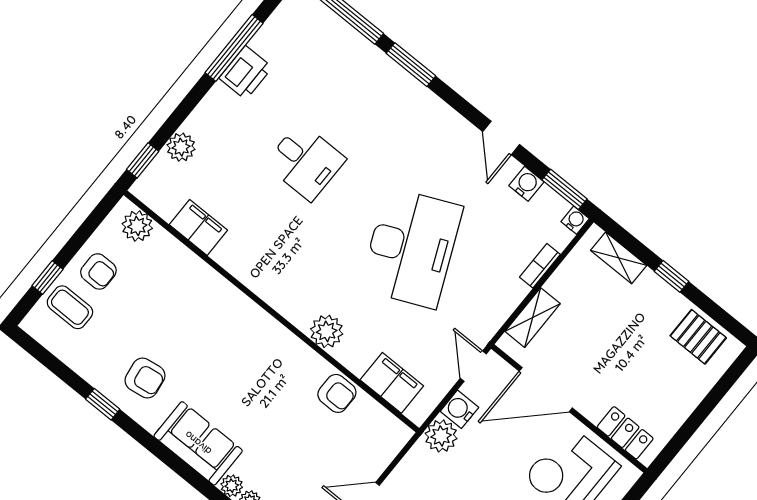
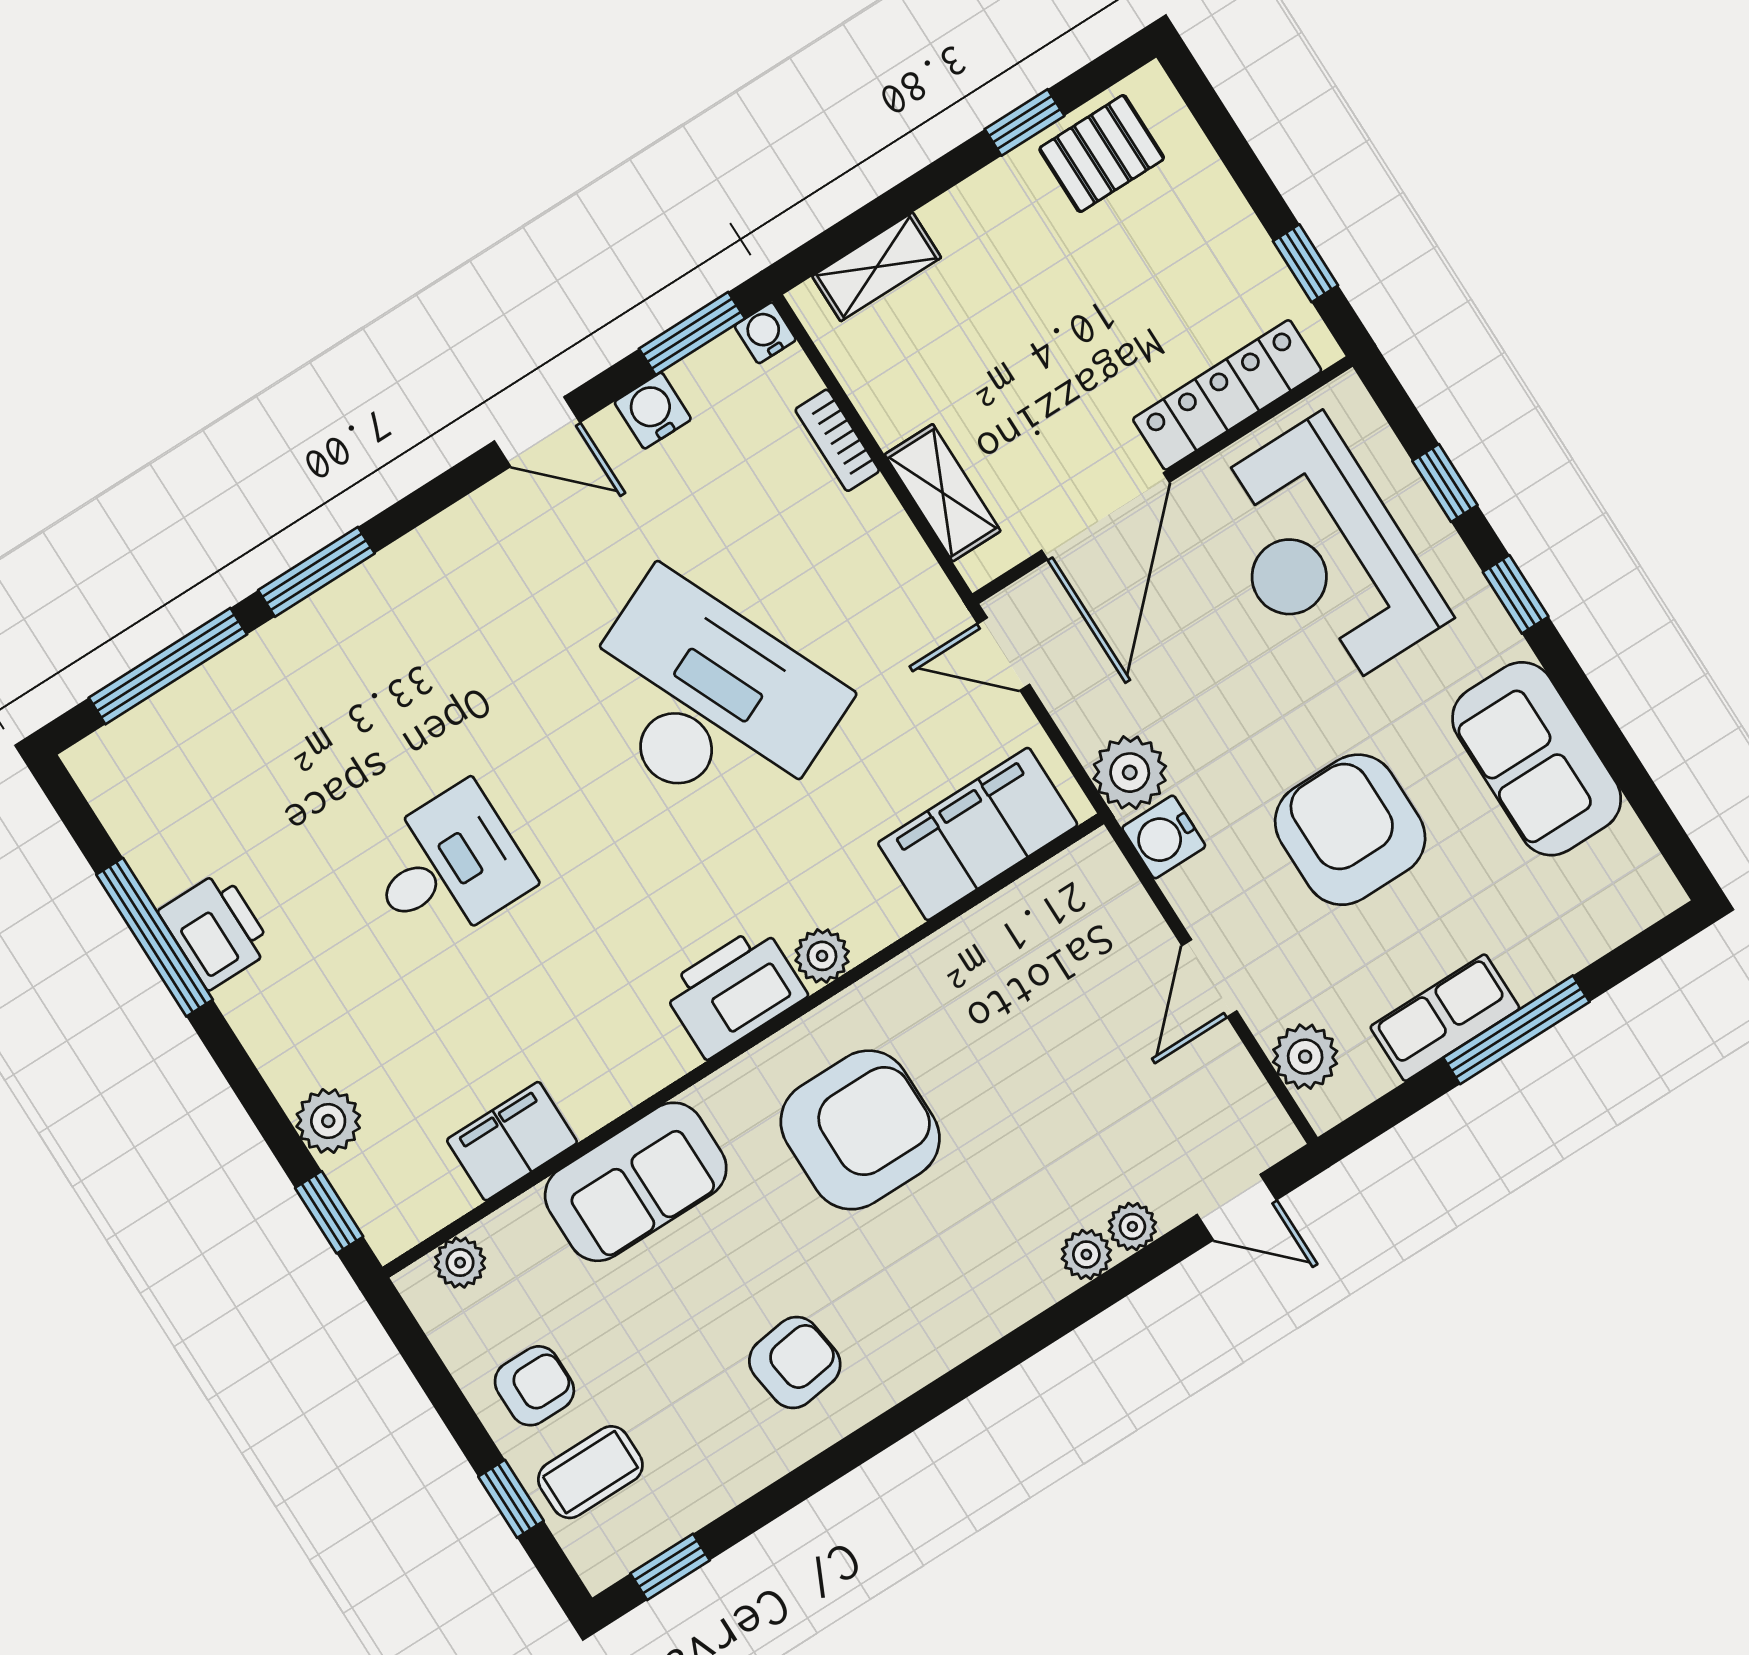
plant: (137, 226) -> (460, 1263), width x0.73, depth x0.73
window: (672, 276) -> (1025, 122), moved
printer: (293, 300) -> (734, 992), added
plant: (327, 331) -> (822, 956), width x0.73, depth x0.73
filing cabinet: (392, 383) -> (978, 834), width x1.50, depth x1.17
armchair: (337, 393) -> (860, 1130), moved, width x1.88, depth x1.88
window: (103, 404) -> (670, 1567), moved
water cooler: (459, 409) -> (1164, 837), moved
locker: (625, 433) -> (1227, 395), width x1.53
window: (681, 438) -> (1306, 263), added
sofa: (198, 443) -> (636, 1182), moved, turned 180

